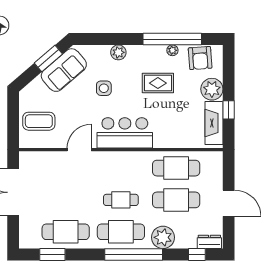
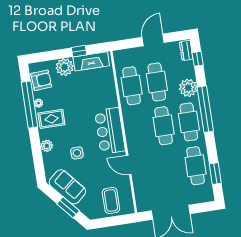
window: (48, 58) -> (68, 207), moved
rug: (158, 83) -> (51, 119), moved, turned 90
cafe table: (121, 200) -> (164, 126), width x1.37, depth x1.35

